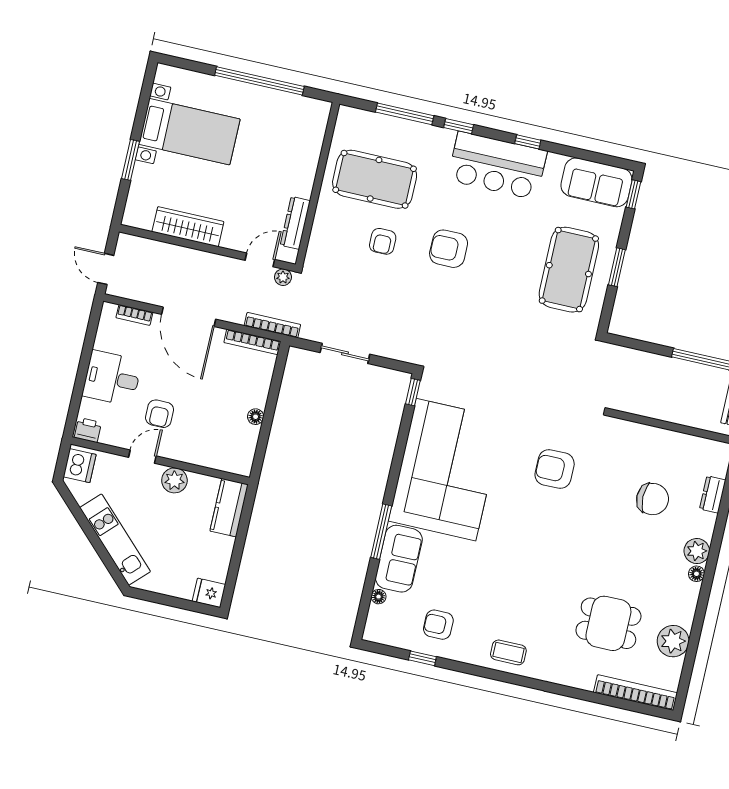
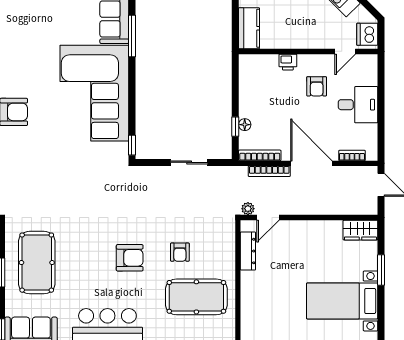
wardrobe: (188, 227) -> (360, 230), moved, width x0.67
armchair: (383, 241) -> (180, 252), turned 180
bookcase: (272, 325) -> (269, 171), moved
window: (275, 386) -> (235, 127), added
armchair: (160, 414) -> (317, 86), turned 180
floor lamp: (256, 417) -> (245, 125), moved
printer: (88, 430) -> (288, 62), moved
door: (142, 457) -> (345, 51), moved
plant: (174, 480) -> (294, 39), removed

